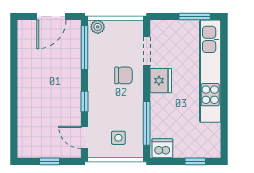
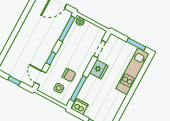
kitchen unit: (210, 71) -> (133, 71), width x0.73
chair: (123, 75) -> (69, 75), moved

